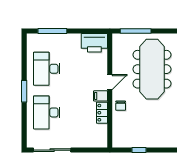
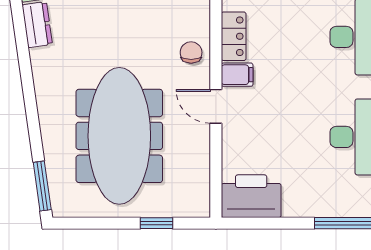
window: (136, 31) -> (157, 223), width x0.46
door: (110, 82) -> (216, 106), hinge flipped

